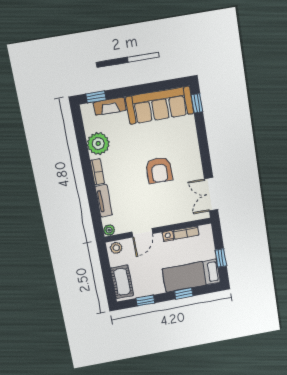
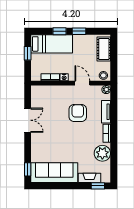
armchair: (159, 170) -> (78, 113), moved
double door: (211, 194) -> (28, 120), moved
door: (142, 233) -> (82, 83), hinge flipped
window: (146, 301) -> (79, 31), moved

